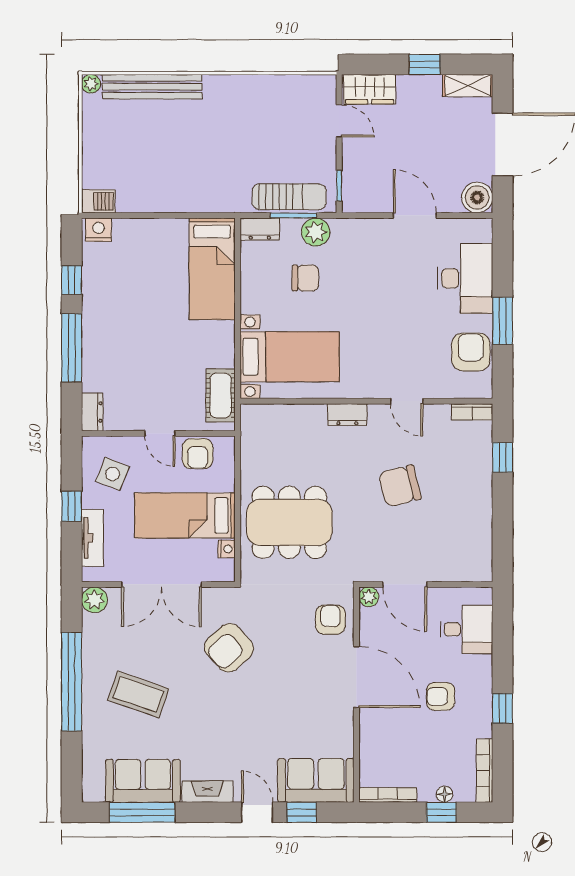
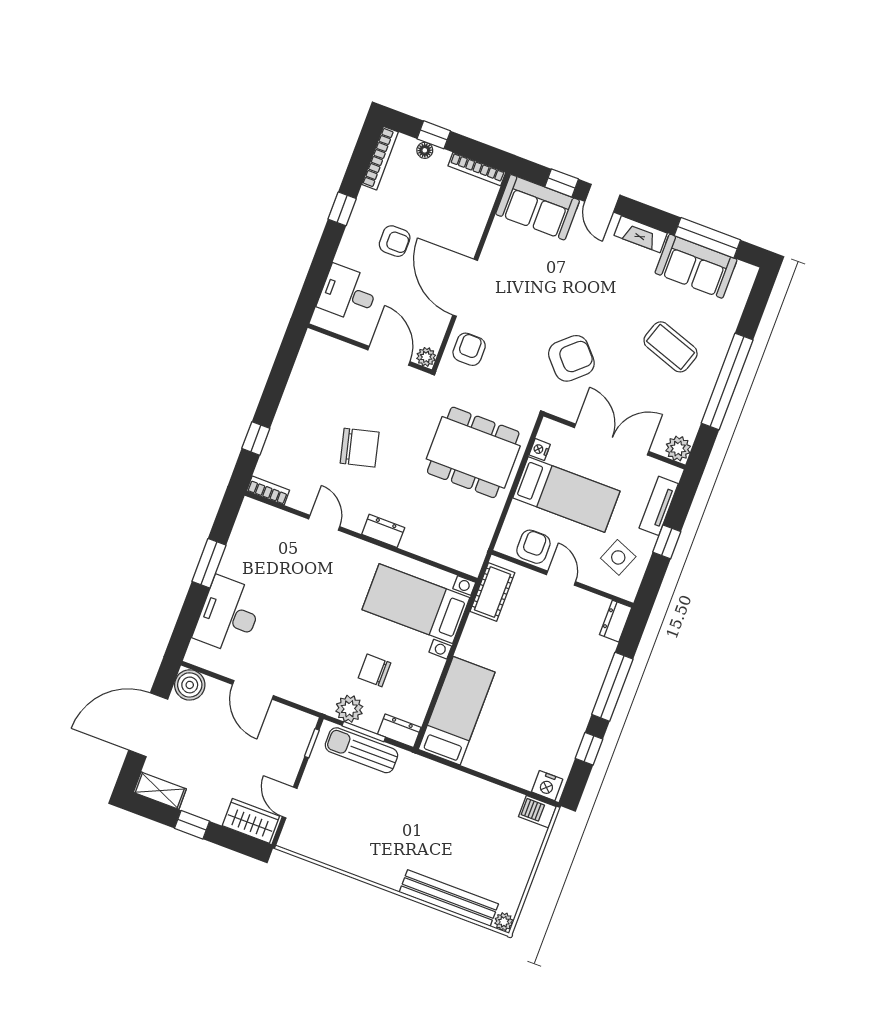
armchair: (471, 352) -> (249, 546), removed
armchair: (330, 620) -> (469, 349), turned 180

